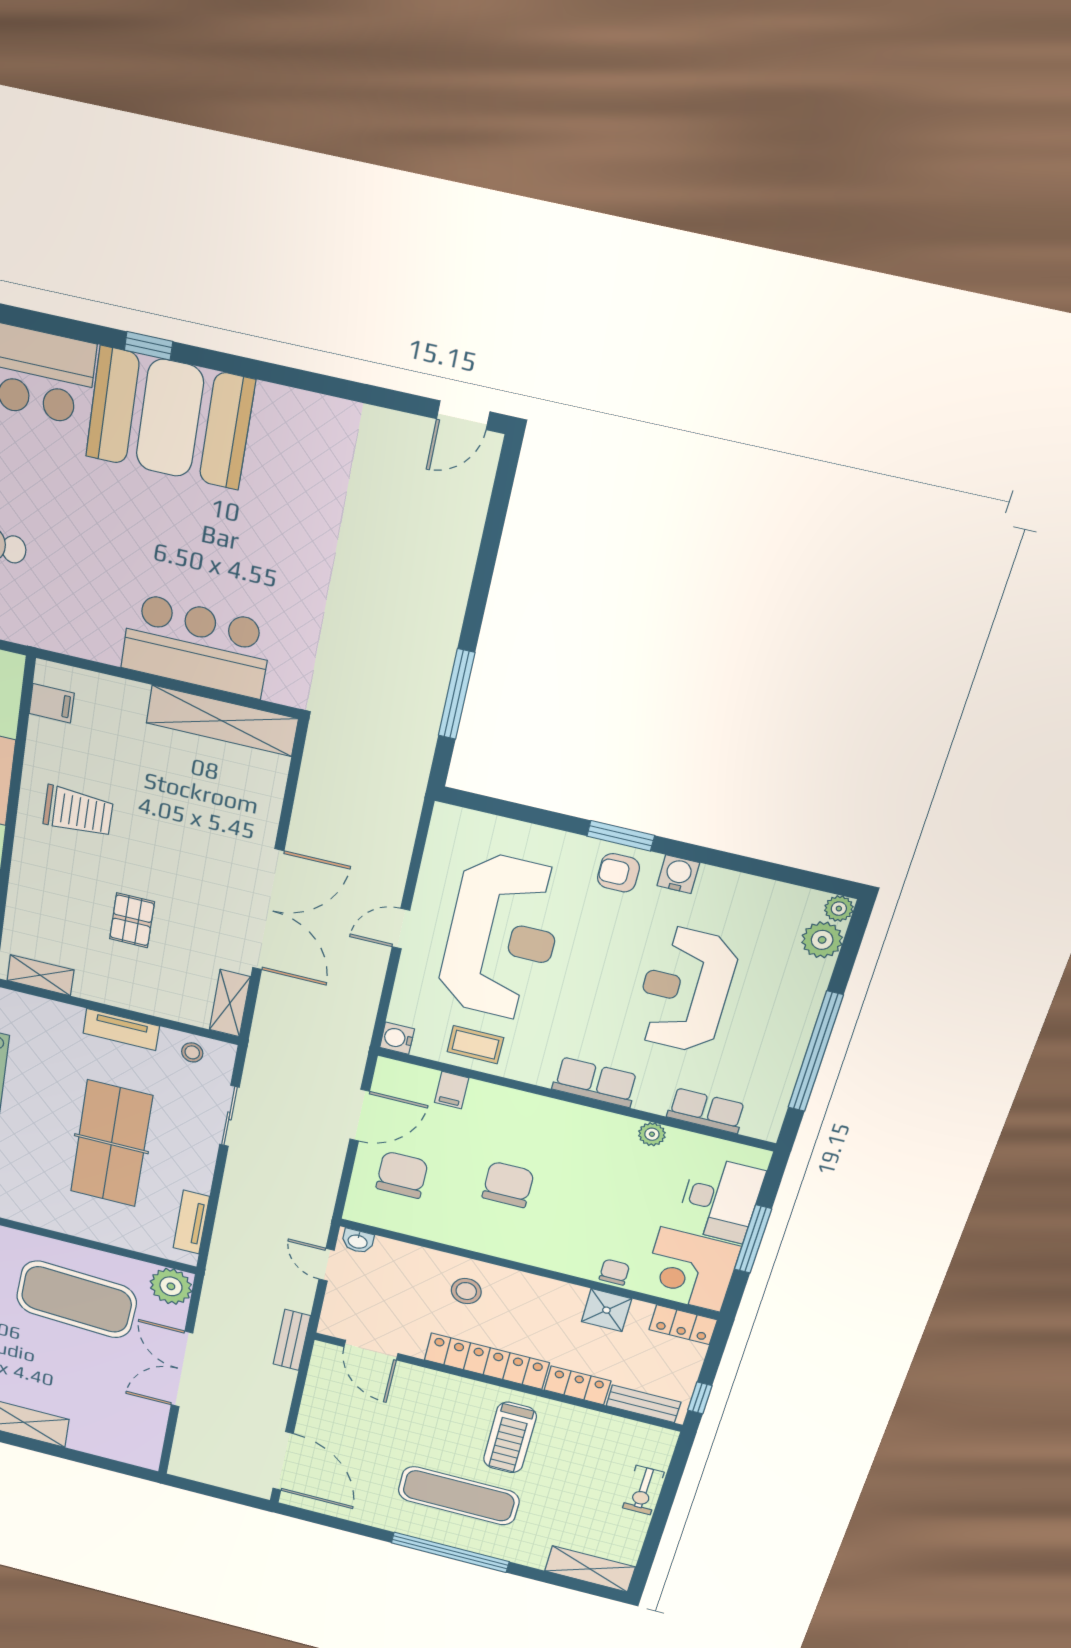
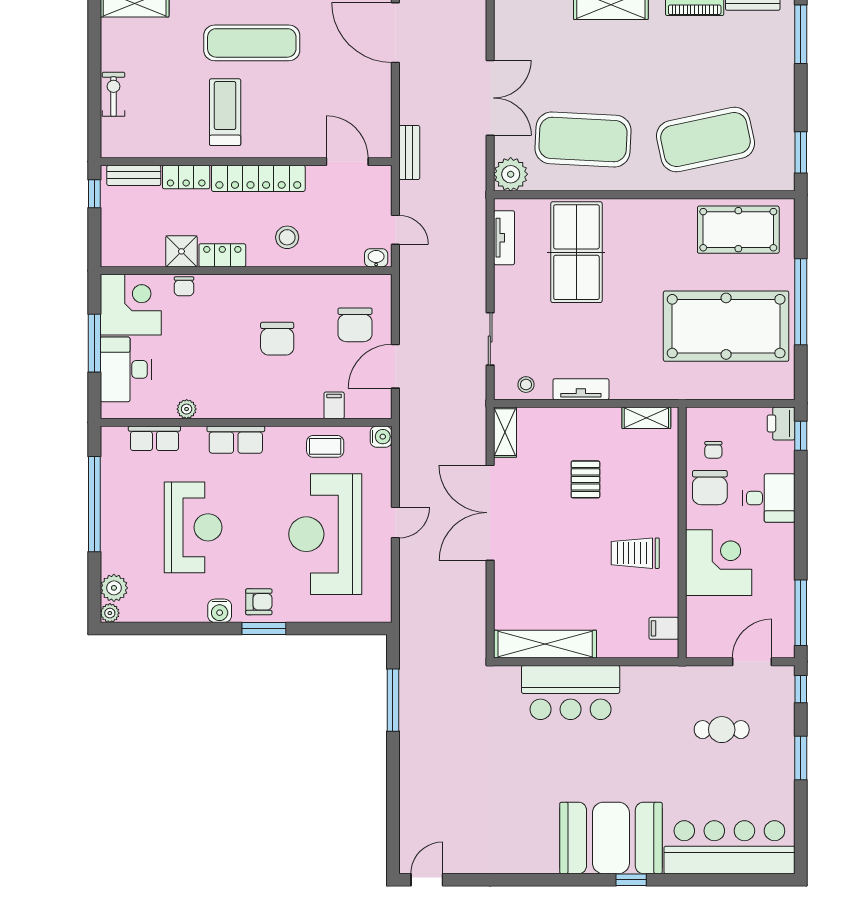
table tennis table: (111, 1144) -> (576, 252), moved
locker: (683, 1325) -> (222, 255), moved

